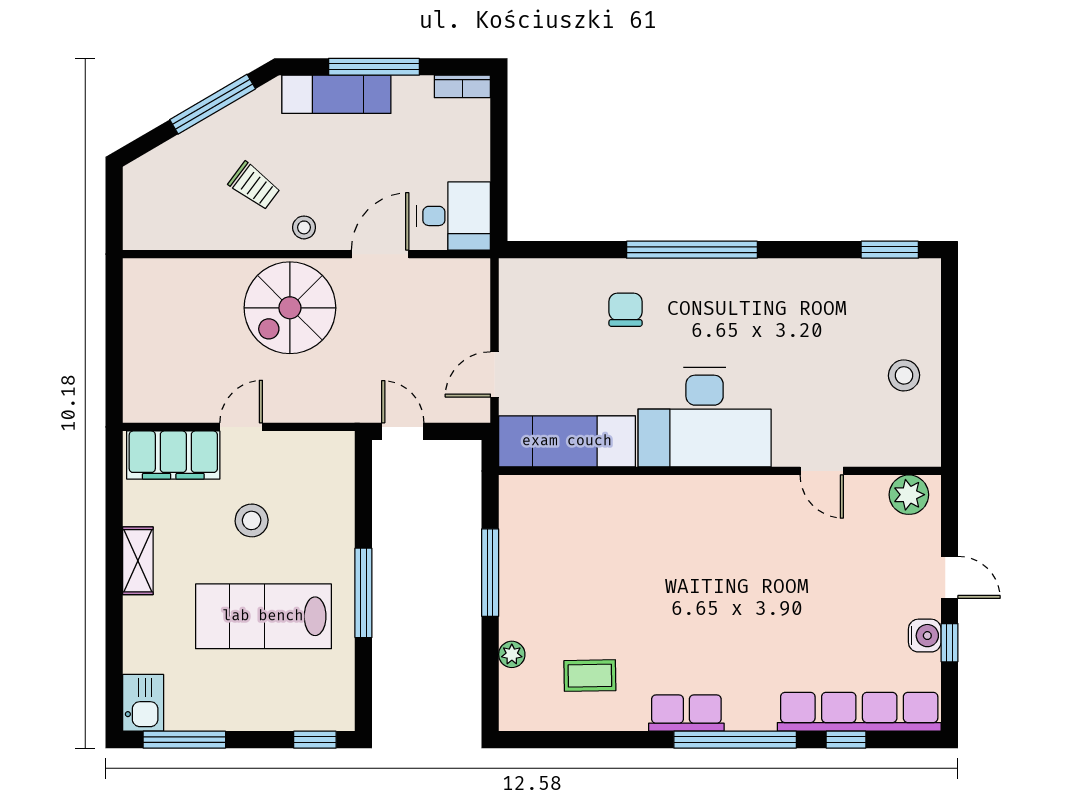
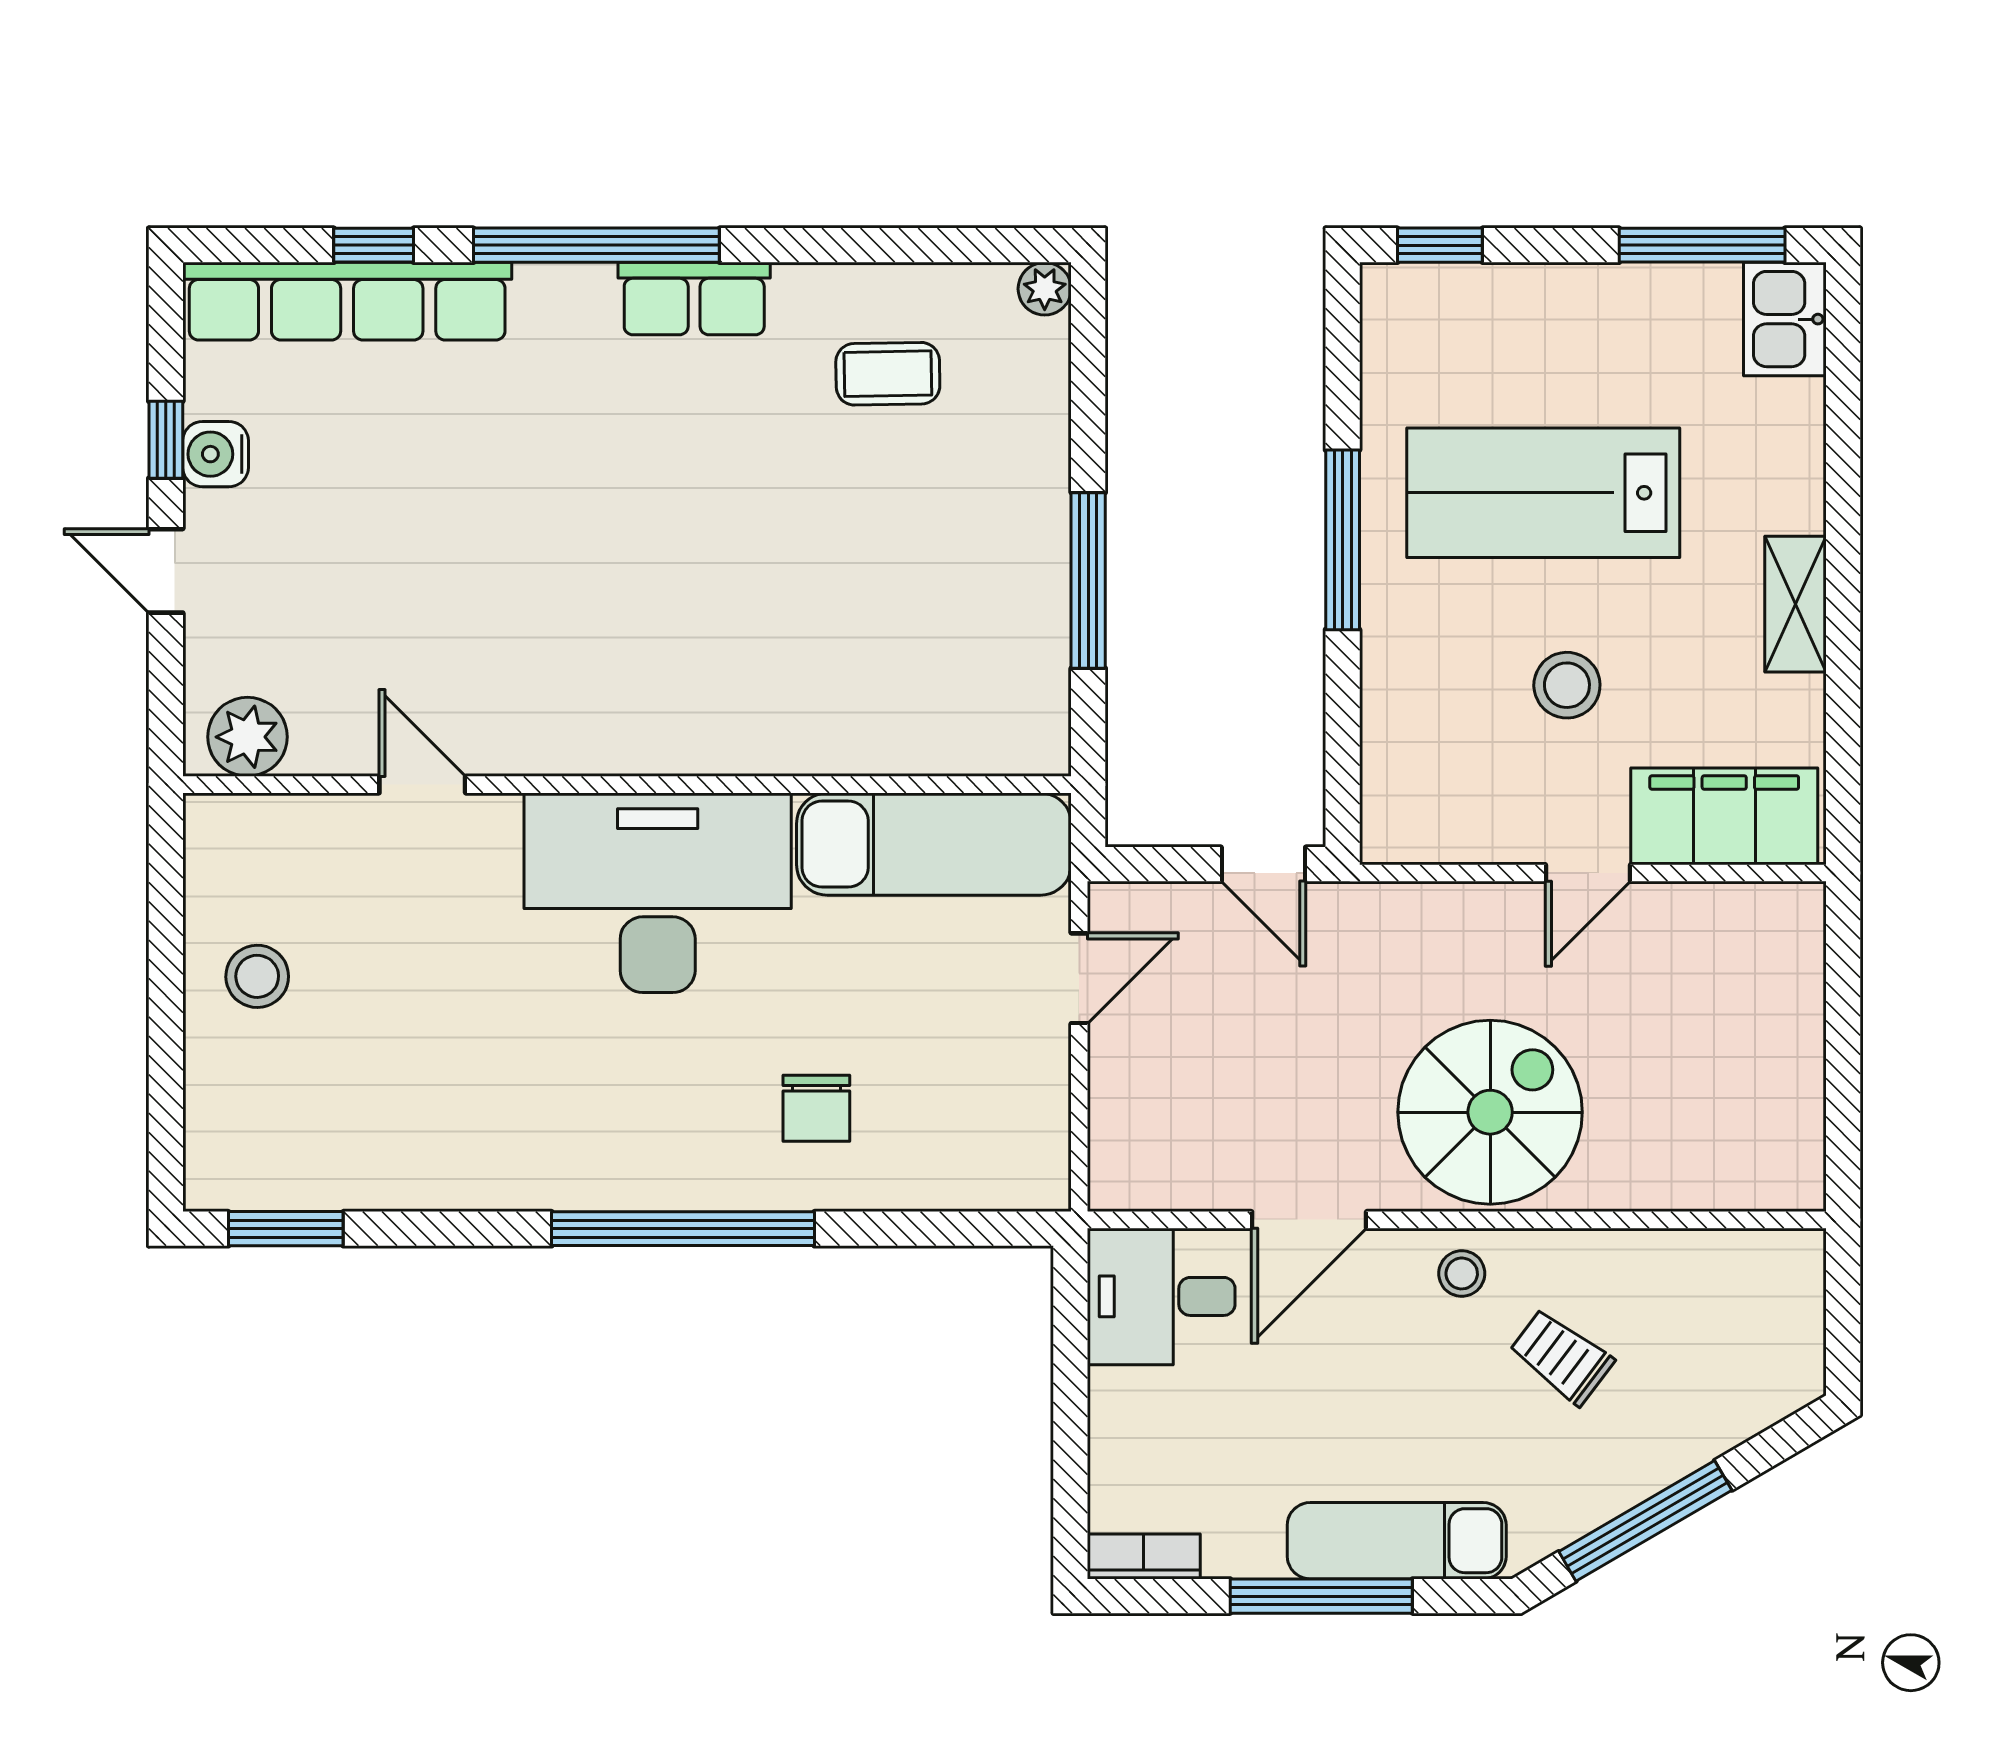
lab bench: (263, 616) -> (1543, 493), turned 180
plant: (512, 654) -> (1045, 289), moved

